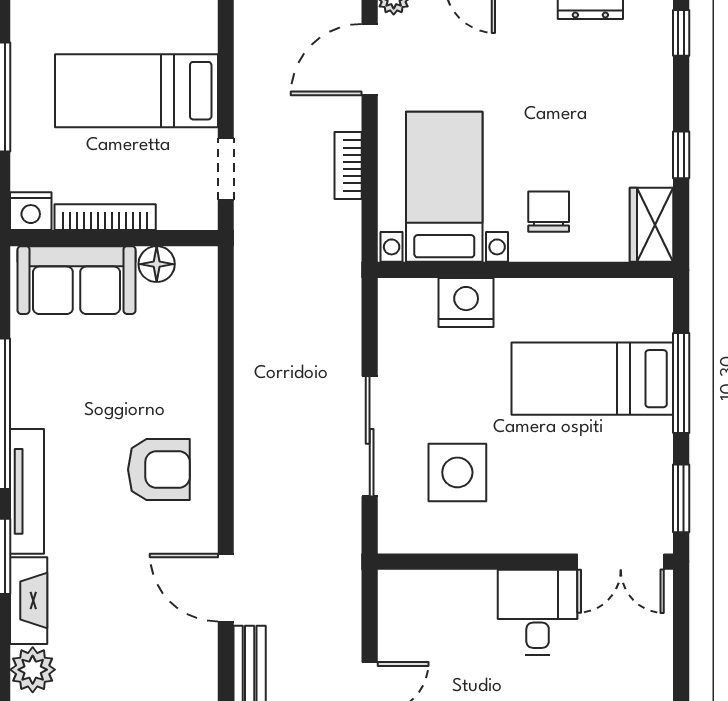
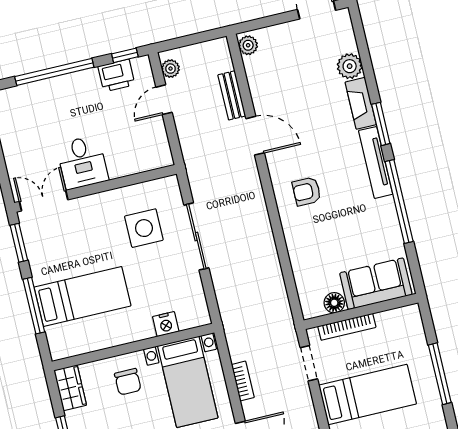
nightstand: (31, 211) -> (410, 315), removed
bookcase: (105, 217) -> (347, 327), moved
nightstand: (466, 302) -> (166, 324), width x0.74, depth x0.75
armchair: (159, 470) -> (307, 191), width x0.72, depth x0.72

